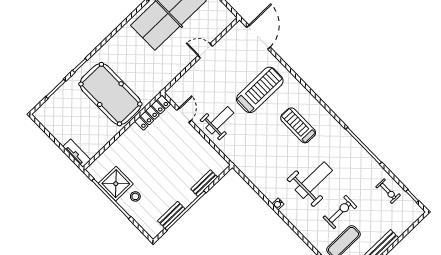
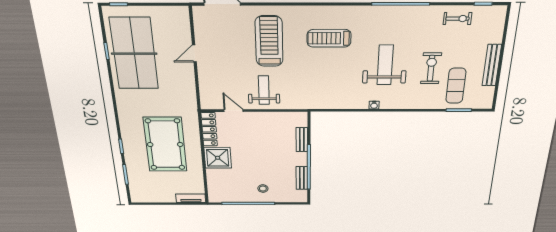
pool table: (110, 94) -> (165, 144), turned 90
shower: (116, 184) -> (218, 158), moved

